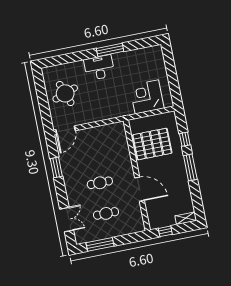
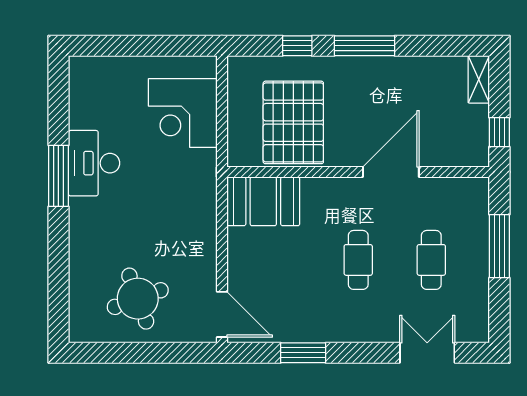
desk: (99, 68) -> (94, 163), moved
booth: (117, 138) -> (263, 201), added
window: (100, 244) -> (499, 246), moved

